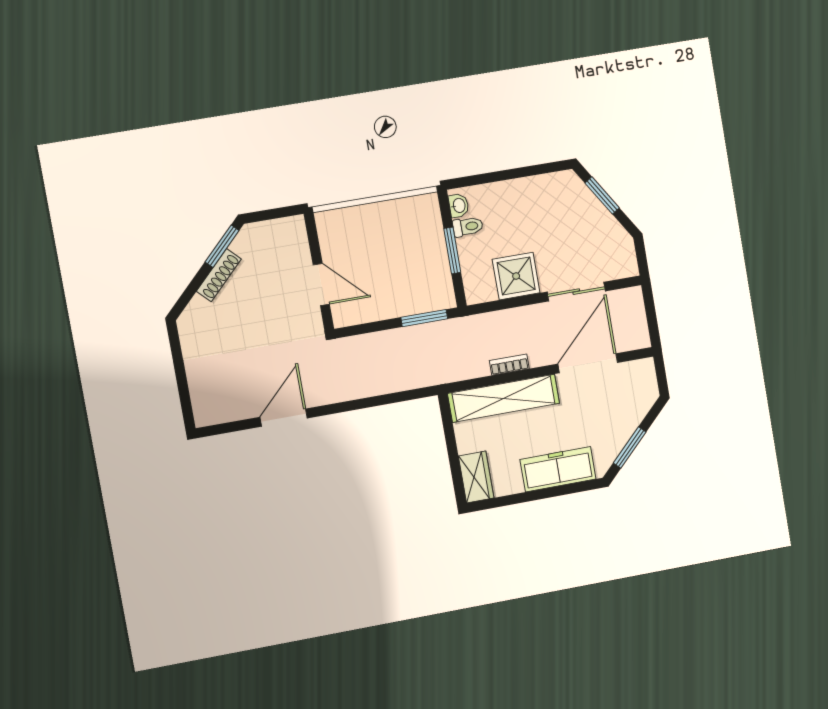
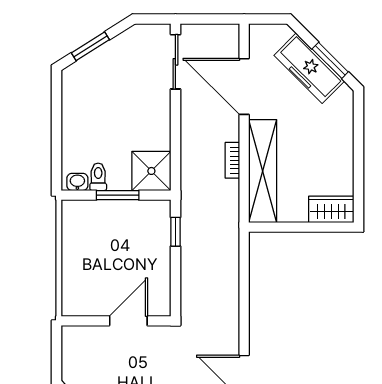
shower: (516, 276) -> (151, 171), moved
sliding door: (576, 292) -> (175, 62), moved
window: (424, 318) -> (175, 232), width x0.67
freezer: (558, 469) -> (309, 68), moved, turned -45

